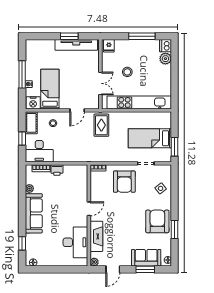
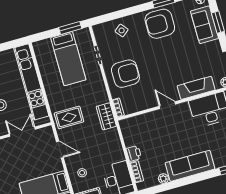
wardrobe: (94, 156) -> (106, 116), added

